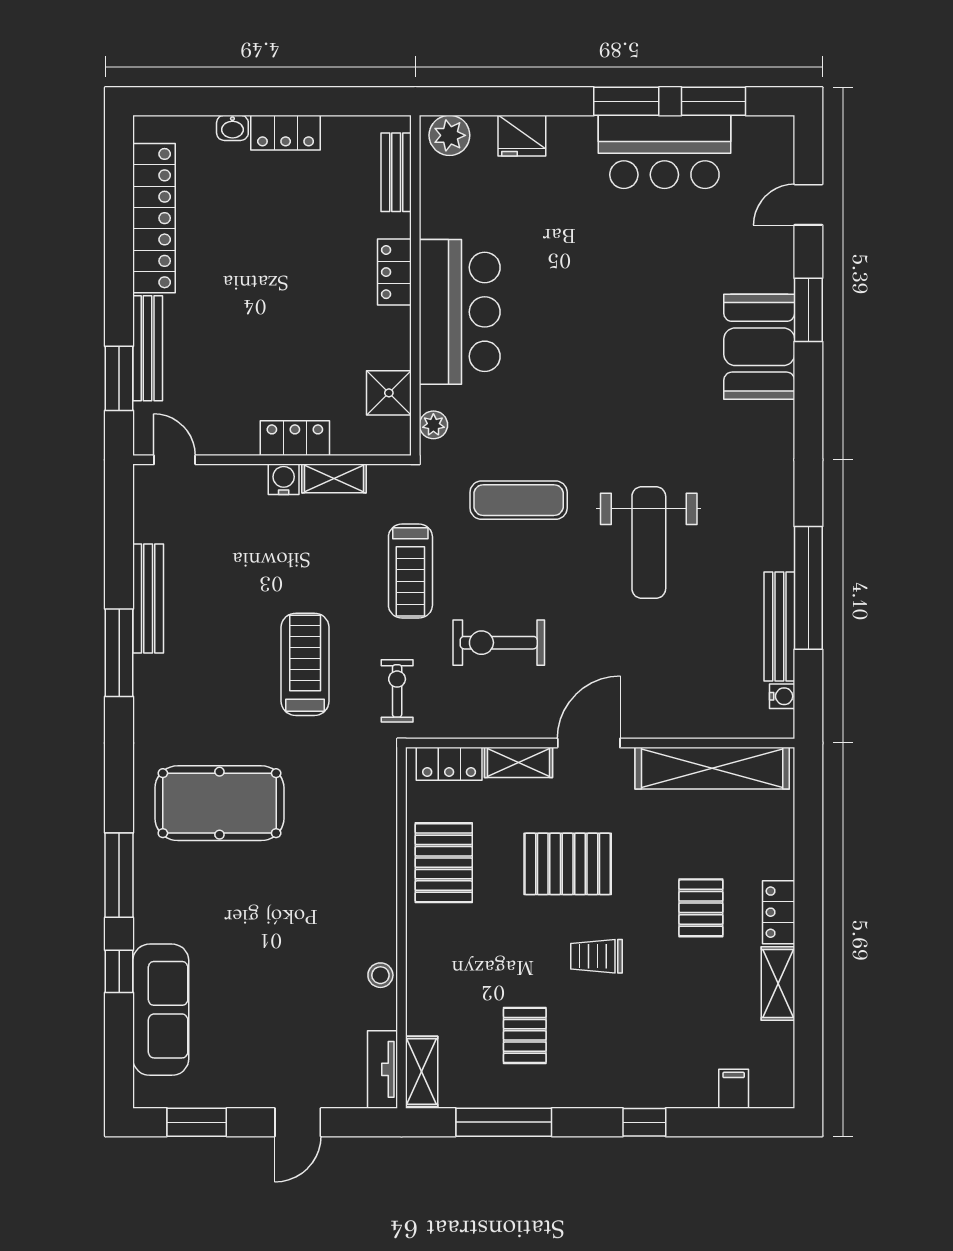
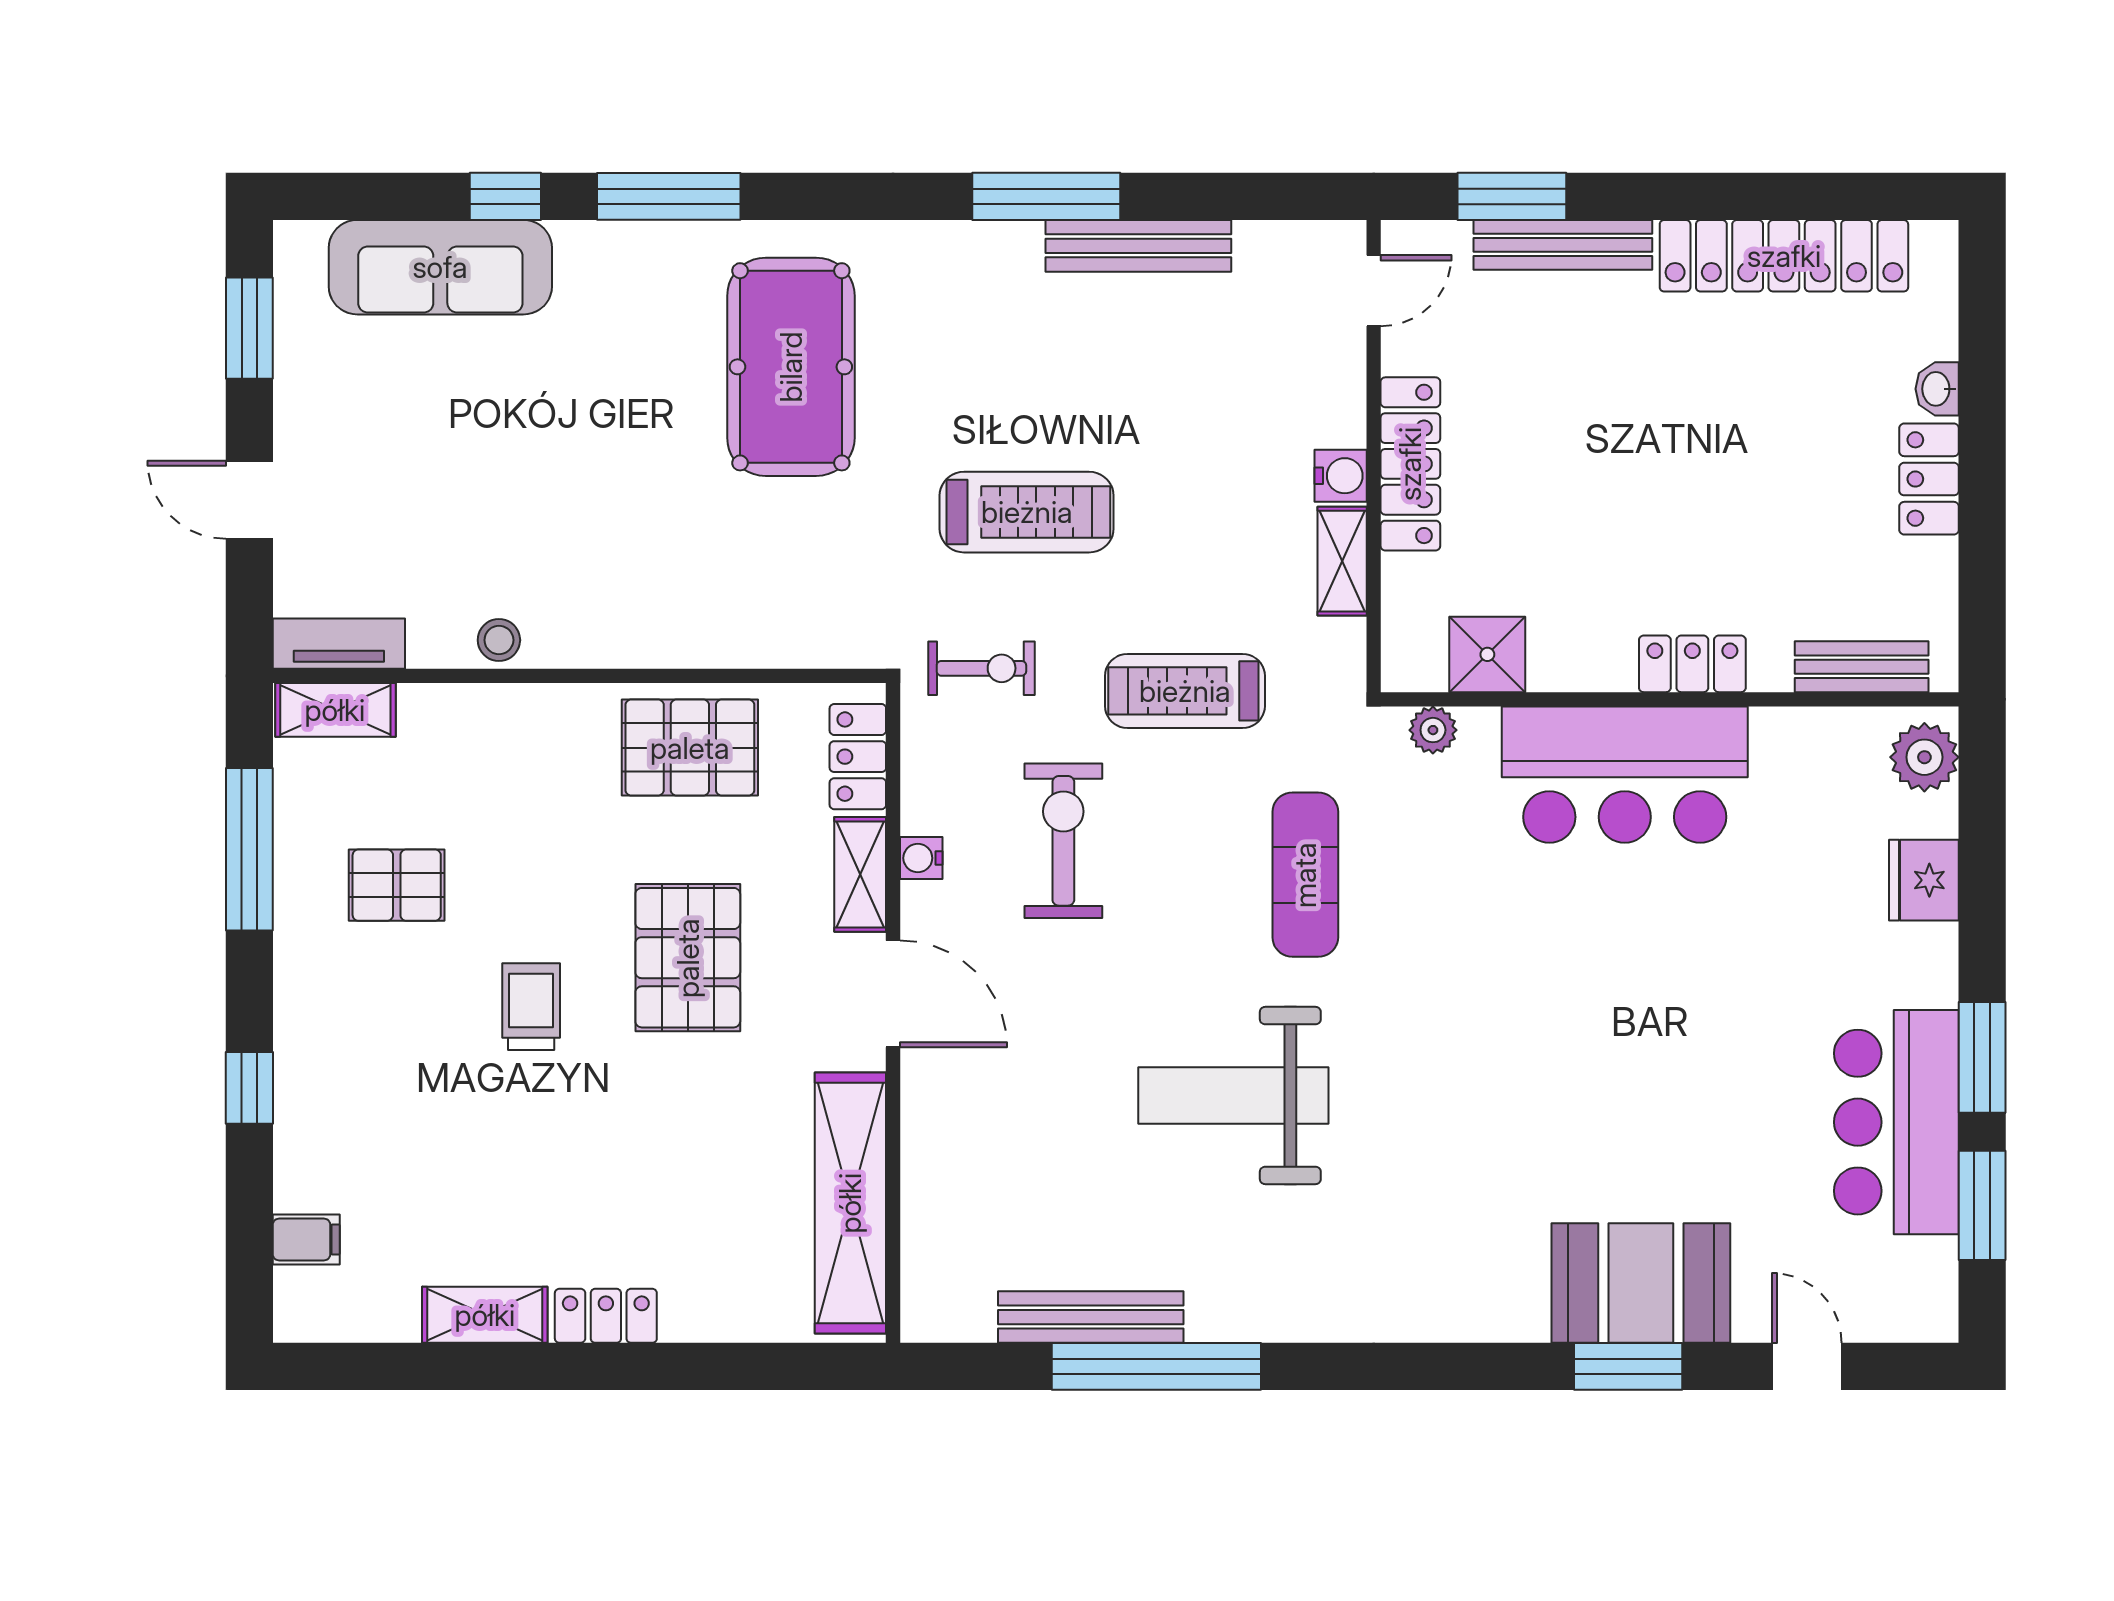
booth: (759, 347) -> (1641, 1283), moved
locker: (295, 438) -> (1410, 464), width x1.53
water cooler: (782, 696) -> (921, 858), moved, turned 90
pallet: (701, 908) -> (613, 1184), removed

